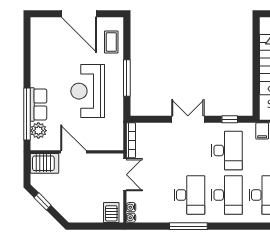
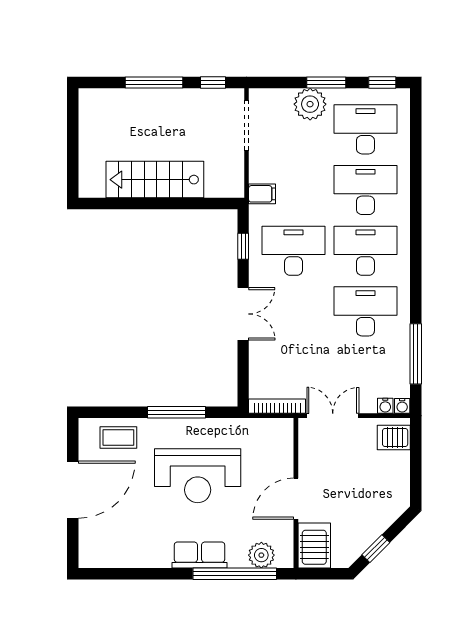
row of seats: (39, 104) -> (199, 555), moved
double door: (188, 119) -> (243, 314), swing flipped
window: (188, 226) -> (416, 354), moved

